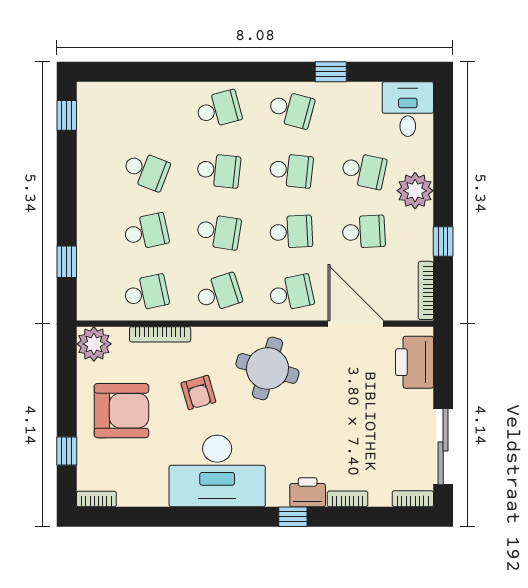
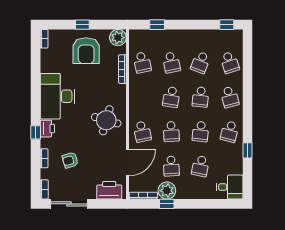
plant: (415, 191) -> (167, 191), moved
school desk: (219, 293) -> (230, 62), moved
armchair: (198, 393) -> (70, 160), moved
window: (67, 451) -> (82, 25), moved
printer: (308, 492) -> (47, 129), moved

